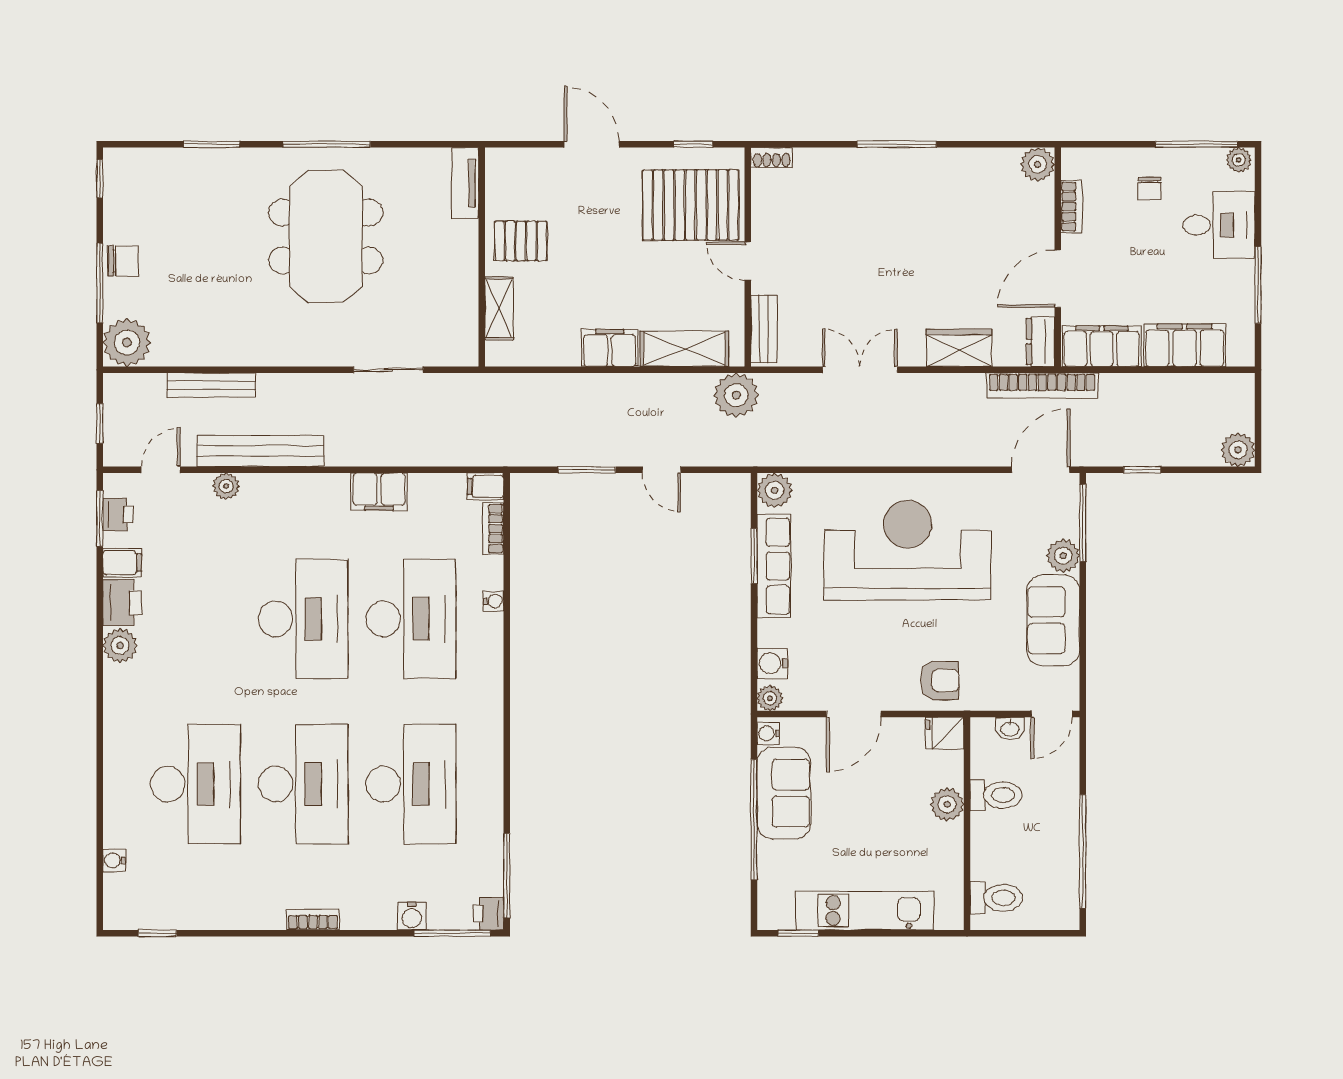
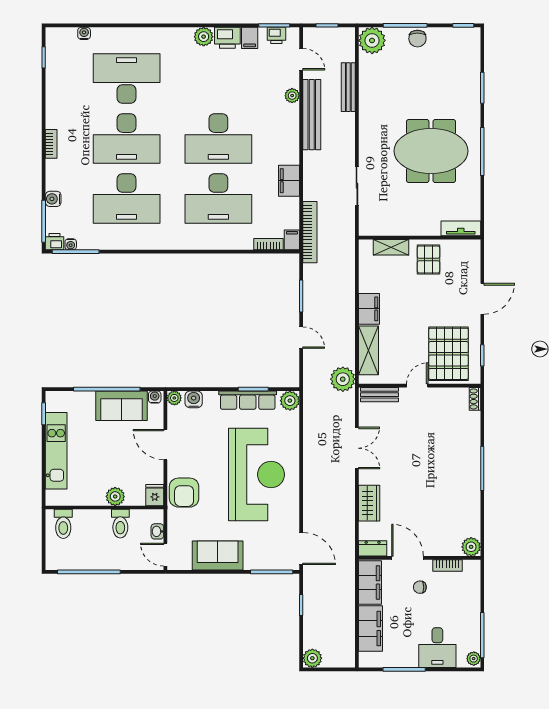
chair: (1150, 189) -> (420, 587), moved
bookcase: (1042, 385) -> (310, 232), moved, turned 180
door: (661, 470) -> (301, 338), swing flipped
plant: (1063, 556) -> (253, 561), removed
water cooler: (493, 601) -> (71, 244), moved
armchair: (940, 681) -> (184, 493), width x1.38, depth x1.38
desk: (196, 784) -> (127, 79), turned 180

